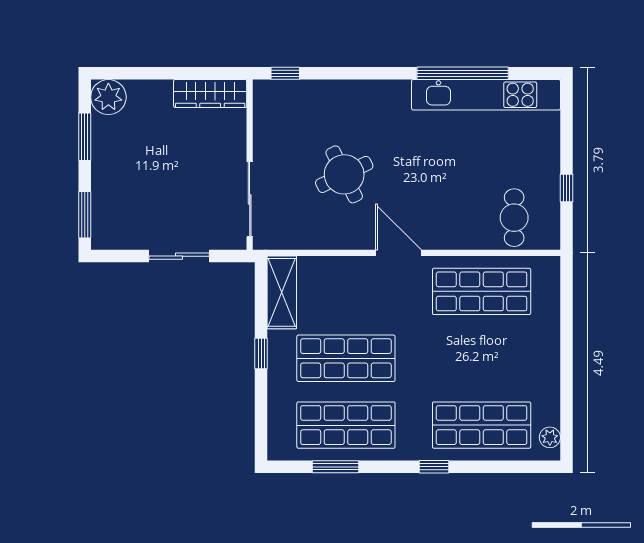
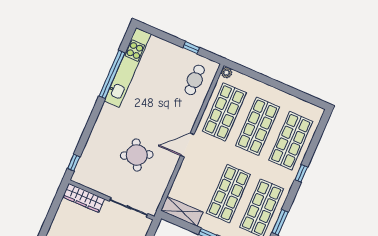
wardrobe: (210, 93) -> (84, 198), moved, turned 90
cafe table: (514, 218) -> (195, 80), turned 90
shop shelf: (482, 358) -> (258, 126), added
plant: (550, 437) -> (227, 73), moved

